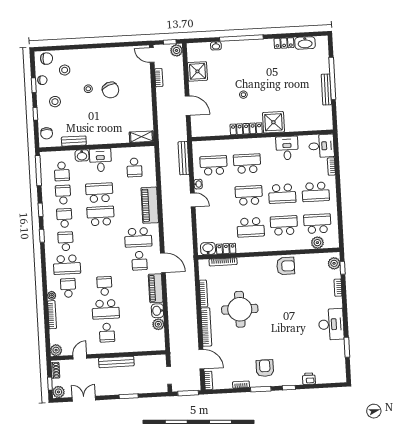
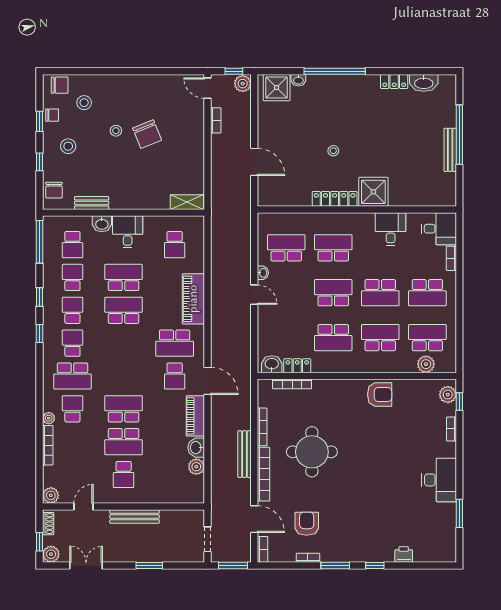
shower: (197, 71) -> (277, 88), moved
bench: (184, 158) -> (244, 454), moved
school desk: (104, 286) -> (124, 409), width x1.85
armchair: (265, 368) -> (307, 524), moved

